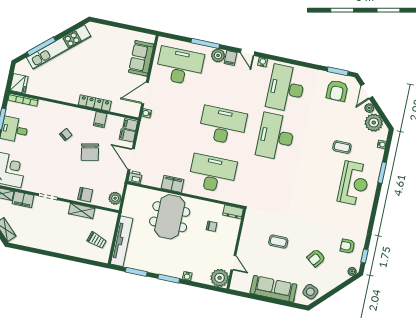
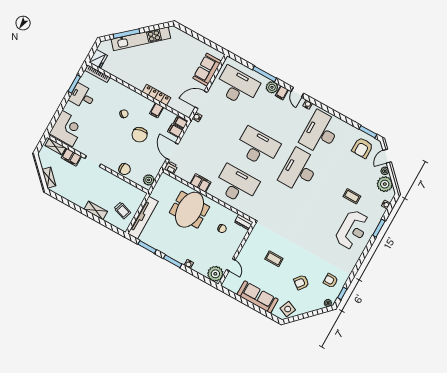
shelving: (82, 211) -> (96, 210), moved

